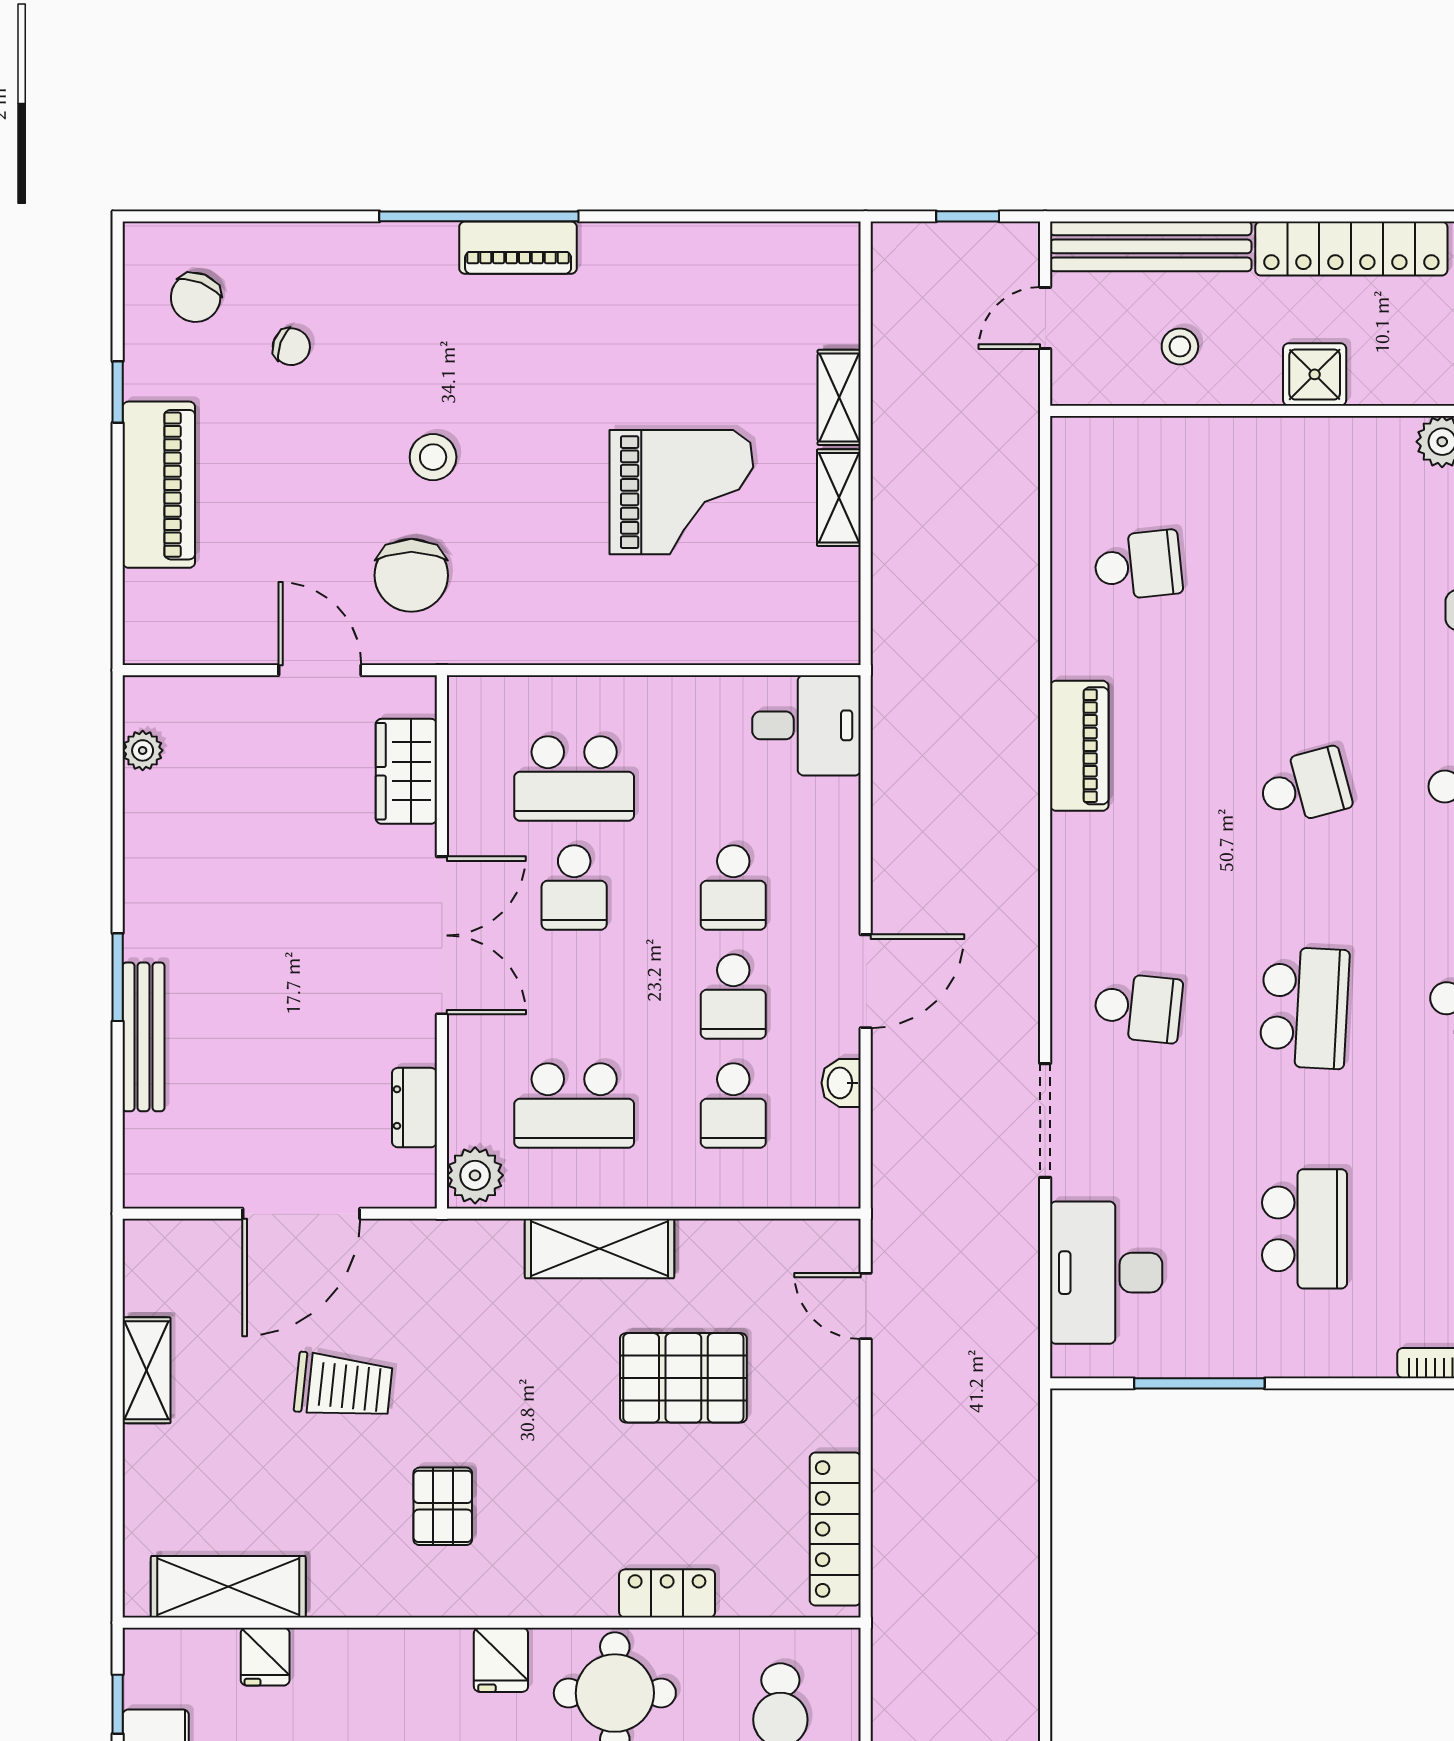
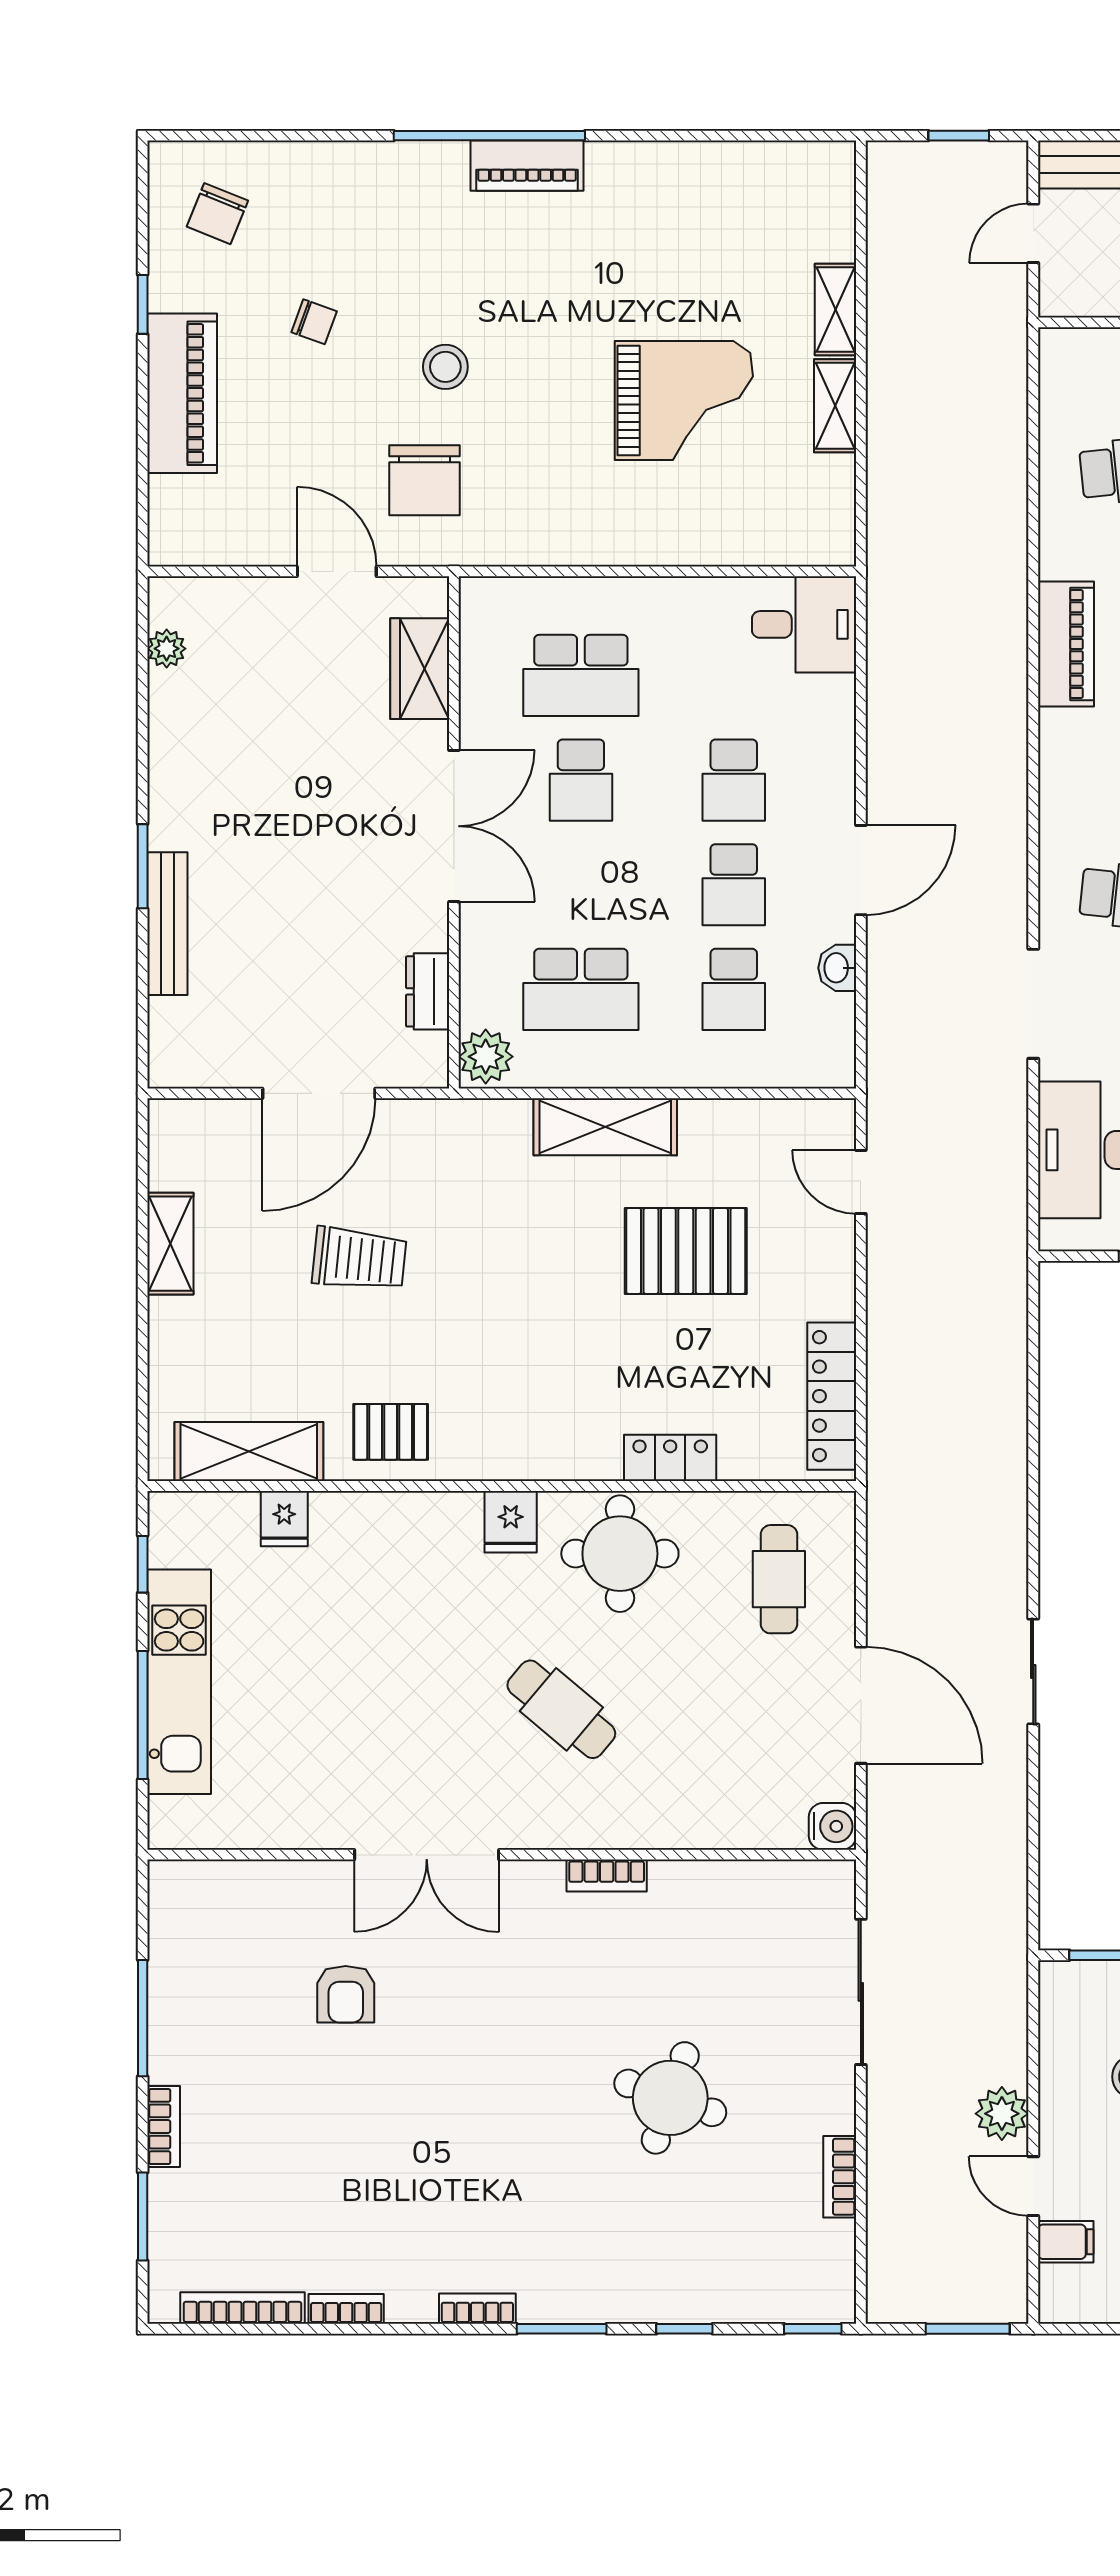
chair: (291, 347) -> (314, 322), moved
pallet: (443, 1506) -> (391, 1432), moved, turned 90

